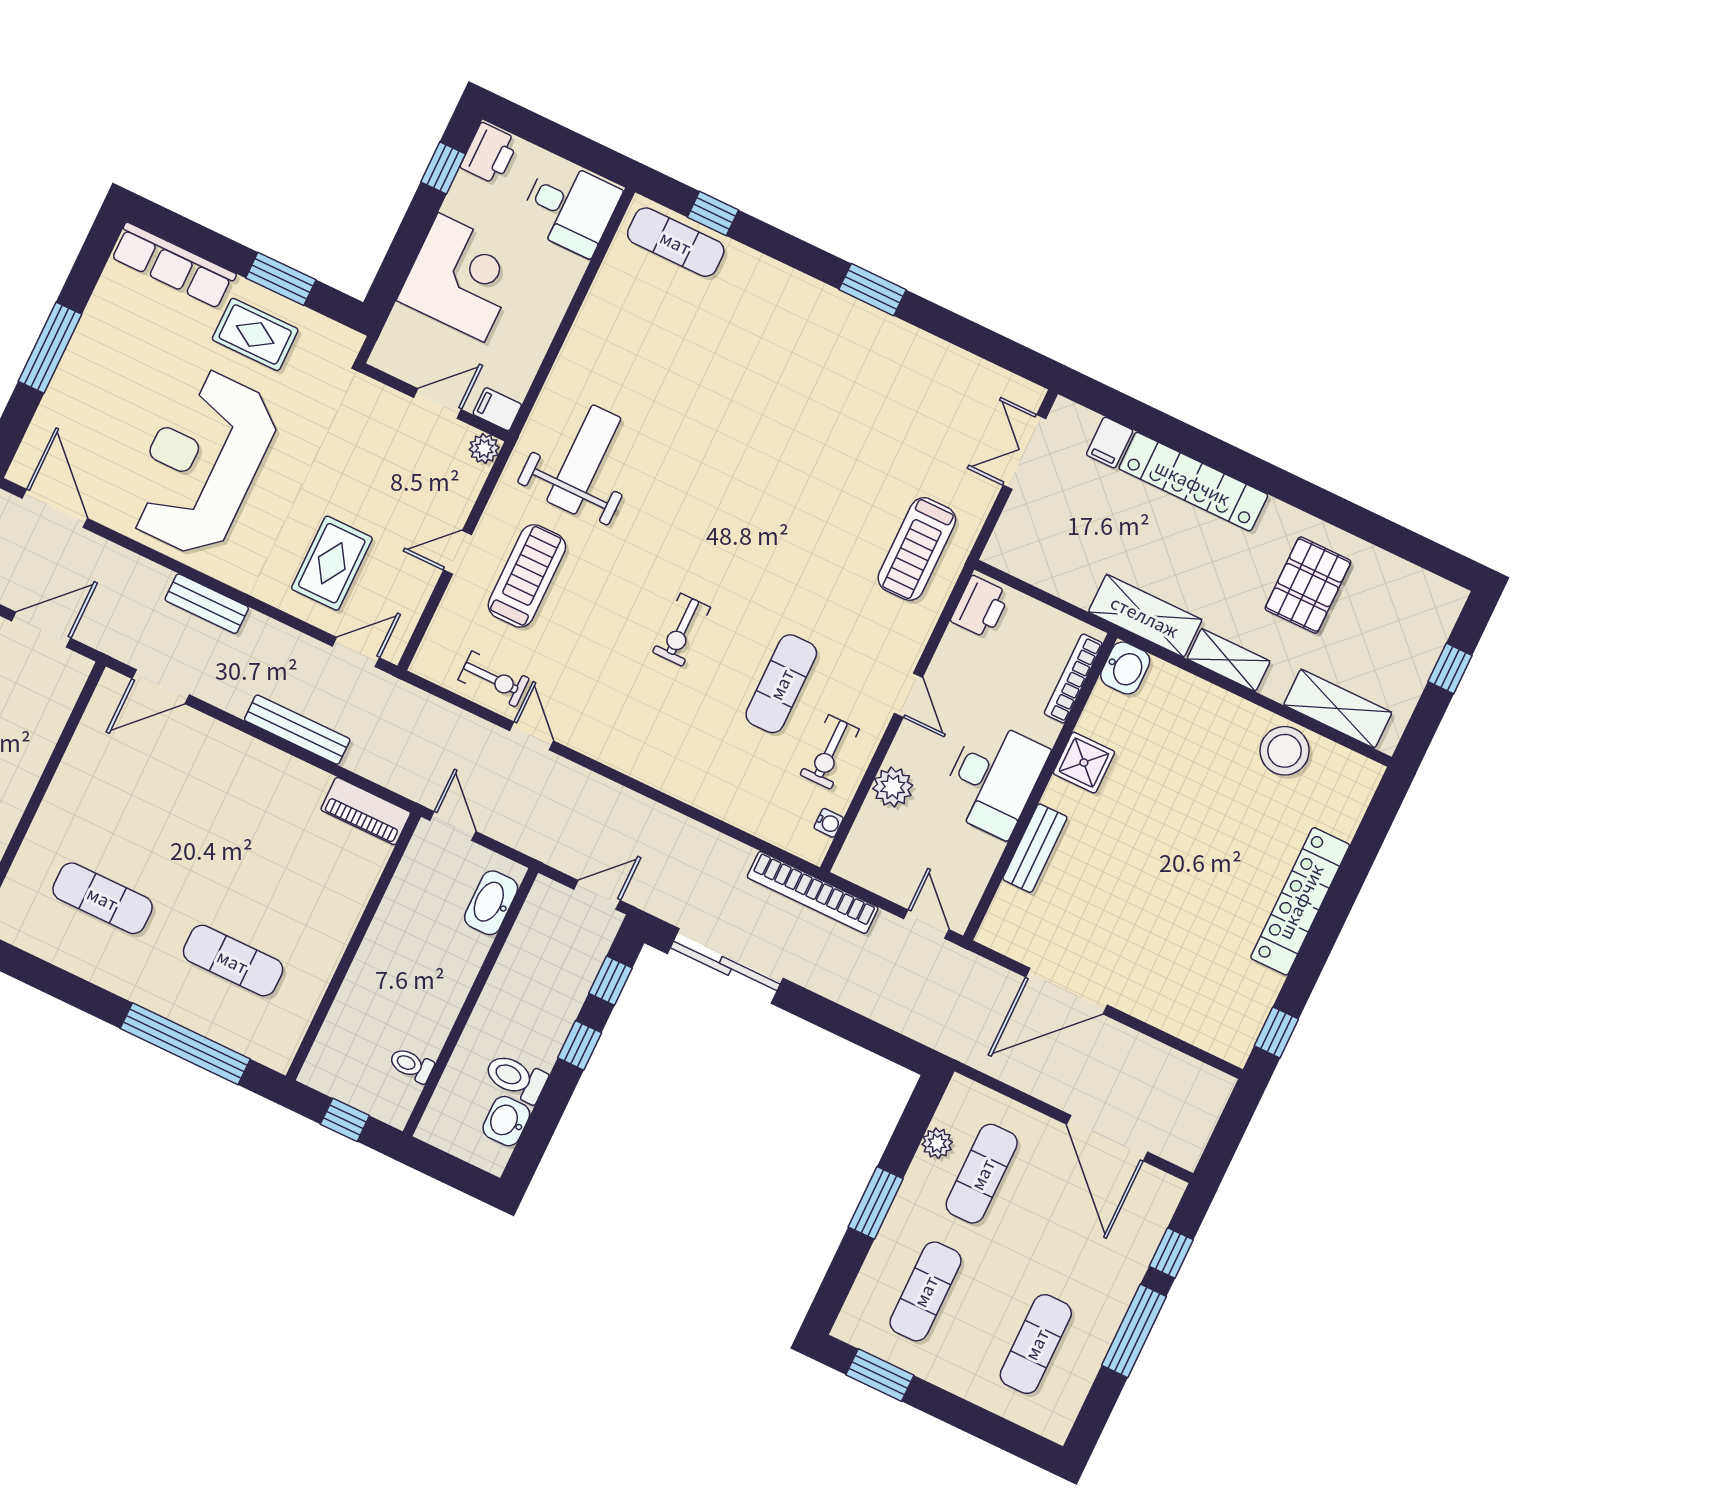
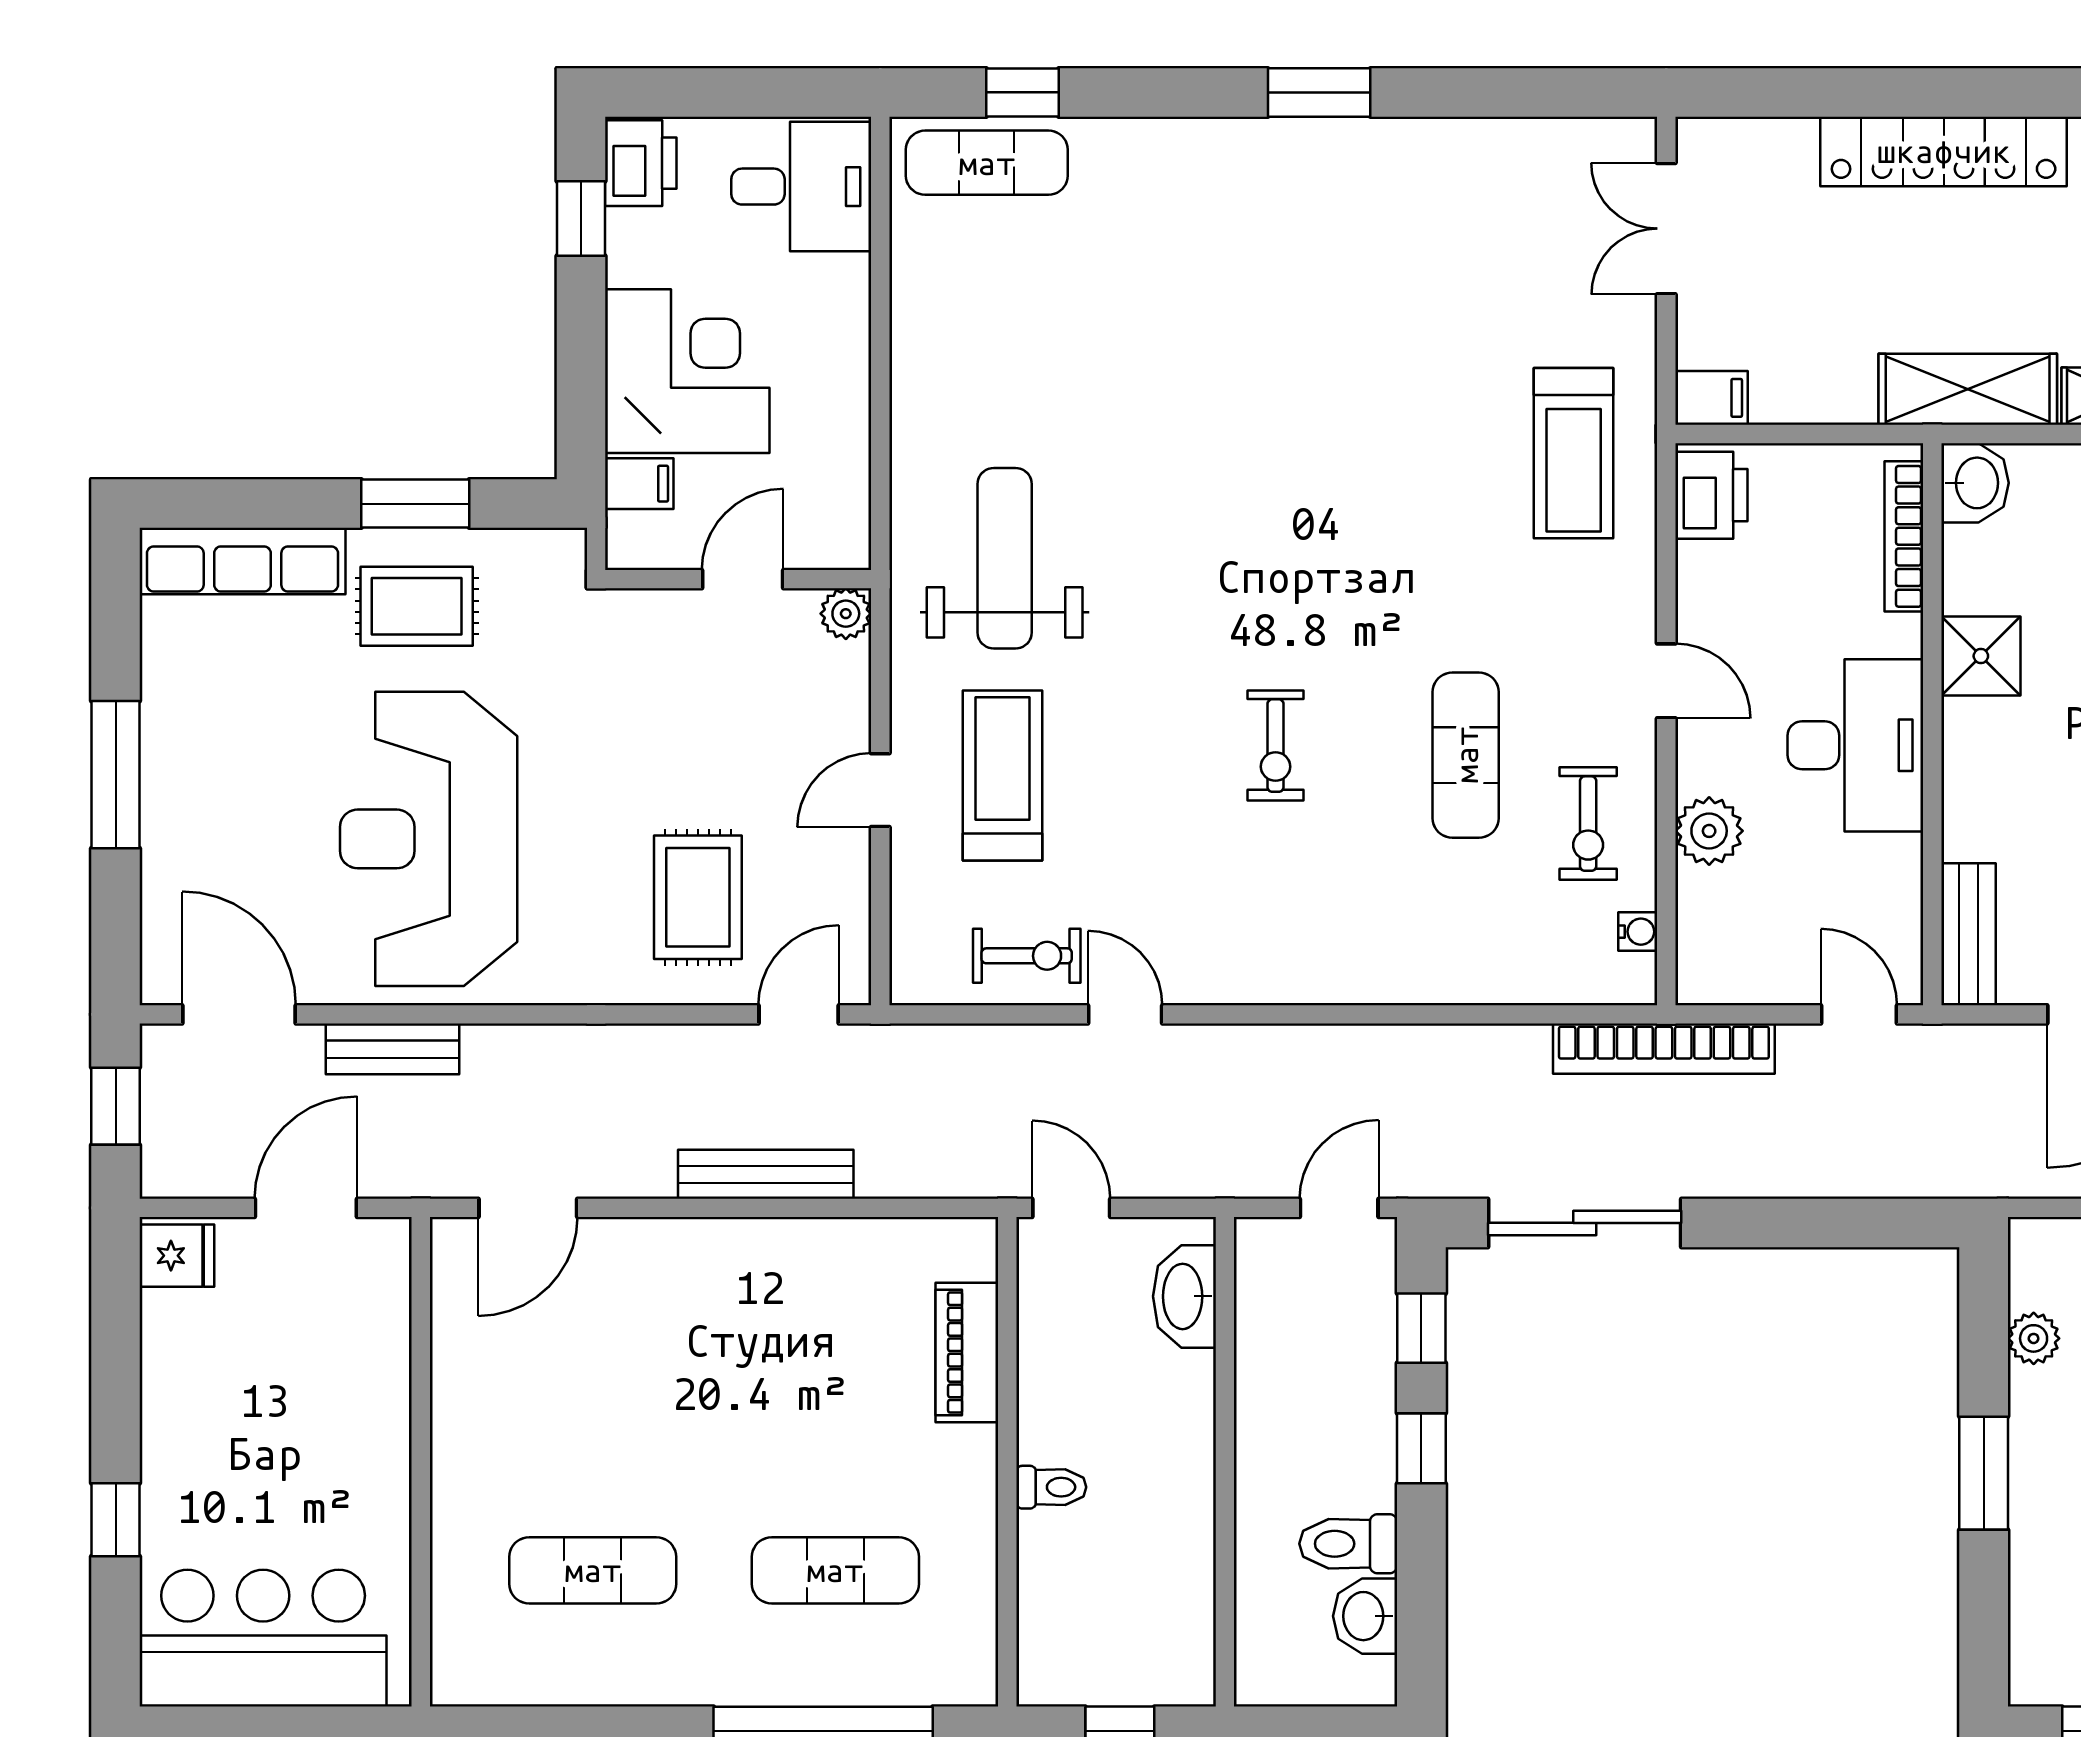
filing cabinet: (497, 409) -> (639, 484), moved, turned 180
filing cabinet: (1110, 443) -> (1711, 398), moved, turned -90
bench: (207, 604) -> (392, 1049), moved
piano: (366, 811) -> (967, 1352), moved, turned 90
bench: (1035, 848) -> (1968, 934), moved
toilet: (411, 1065) -> (1051, 1487), moved, turned 180

